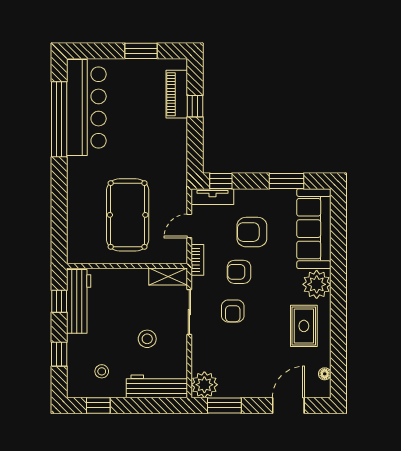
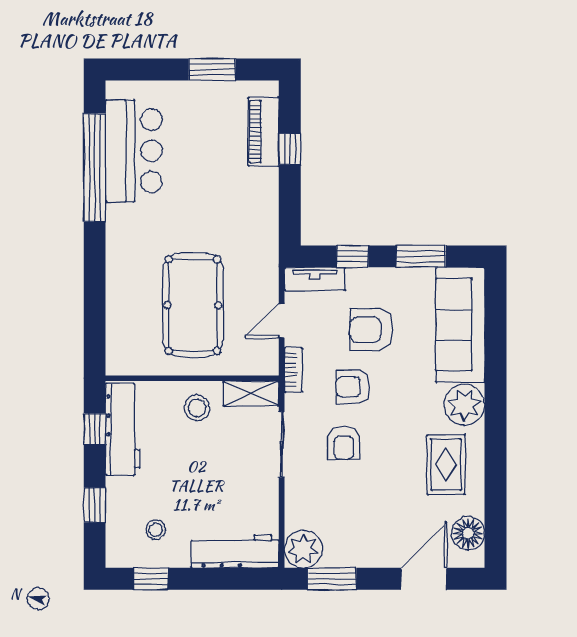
bar counter: (86, 107) -> (134, 151), width x0.73
window: (221, 181) -> (353, 256), moved
stool: (147, 339) -> (197, 408), moved
floor lamp: (325, 374) -> (468, 533), width x1.89, depth x1.89

